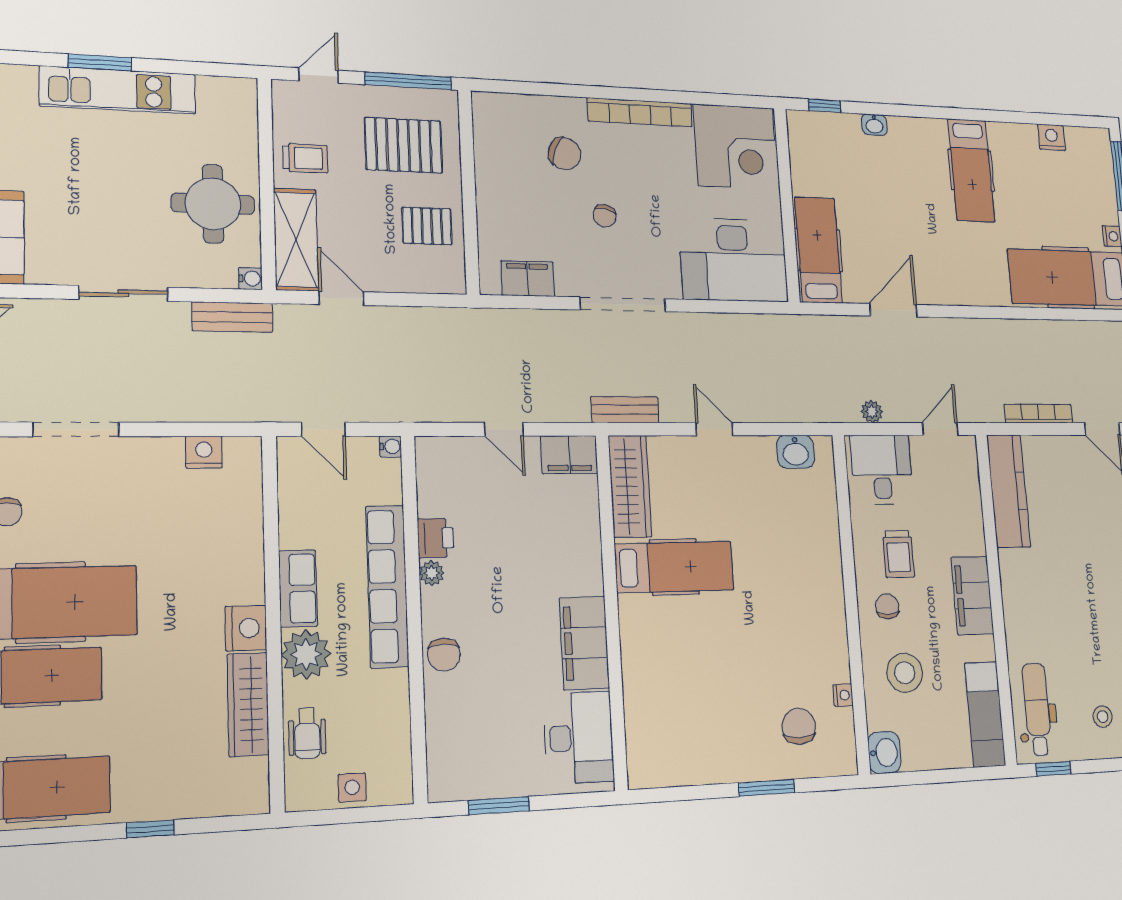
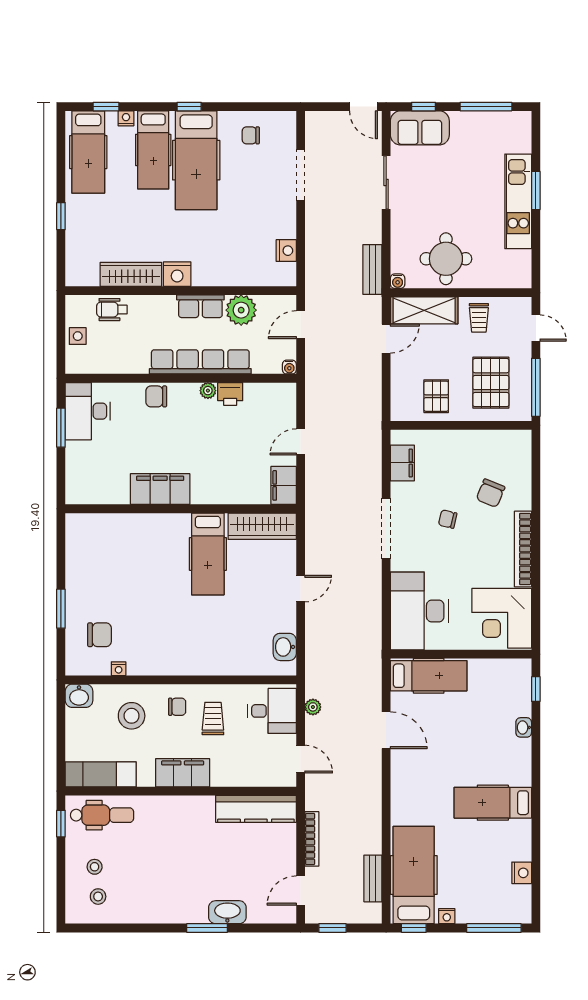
sliding door: (124, 293) -> (386, 183), moved
bench: (625, 410) -> (373, 878), moved
trolley: (898, 554) -> (213, 718), turned 90
plant: (306, 654) -> (241, 310), moved
desk: (579, 738) -> (88, 411), moved, turned 90

